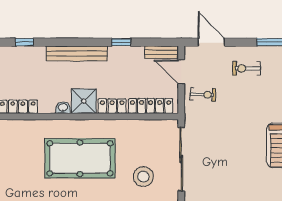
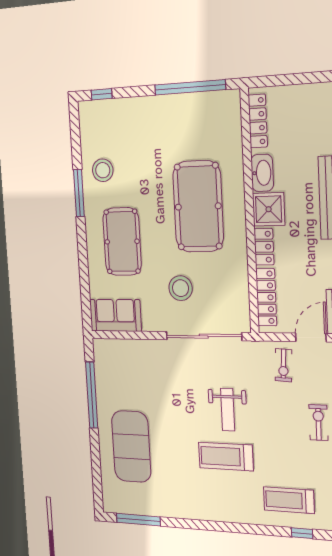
washbasin: (63, 108) -> (262, 173), width x1.91, depth x1.45
weight bench: (239, 142) -> (228, 410), added

